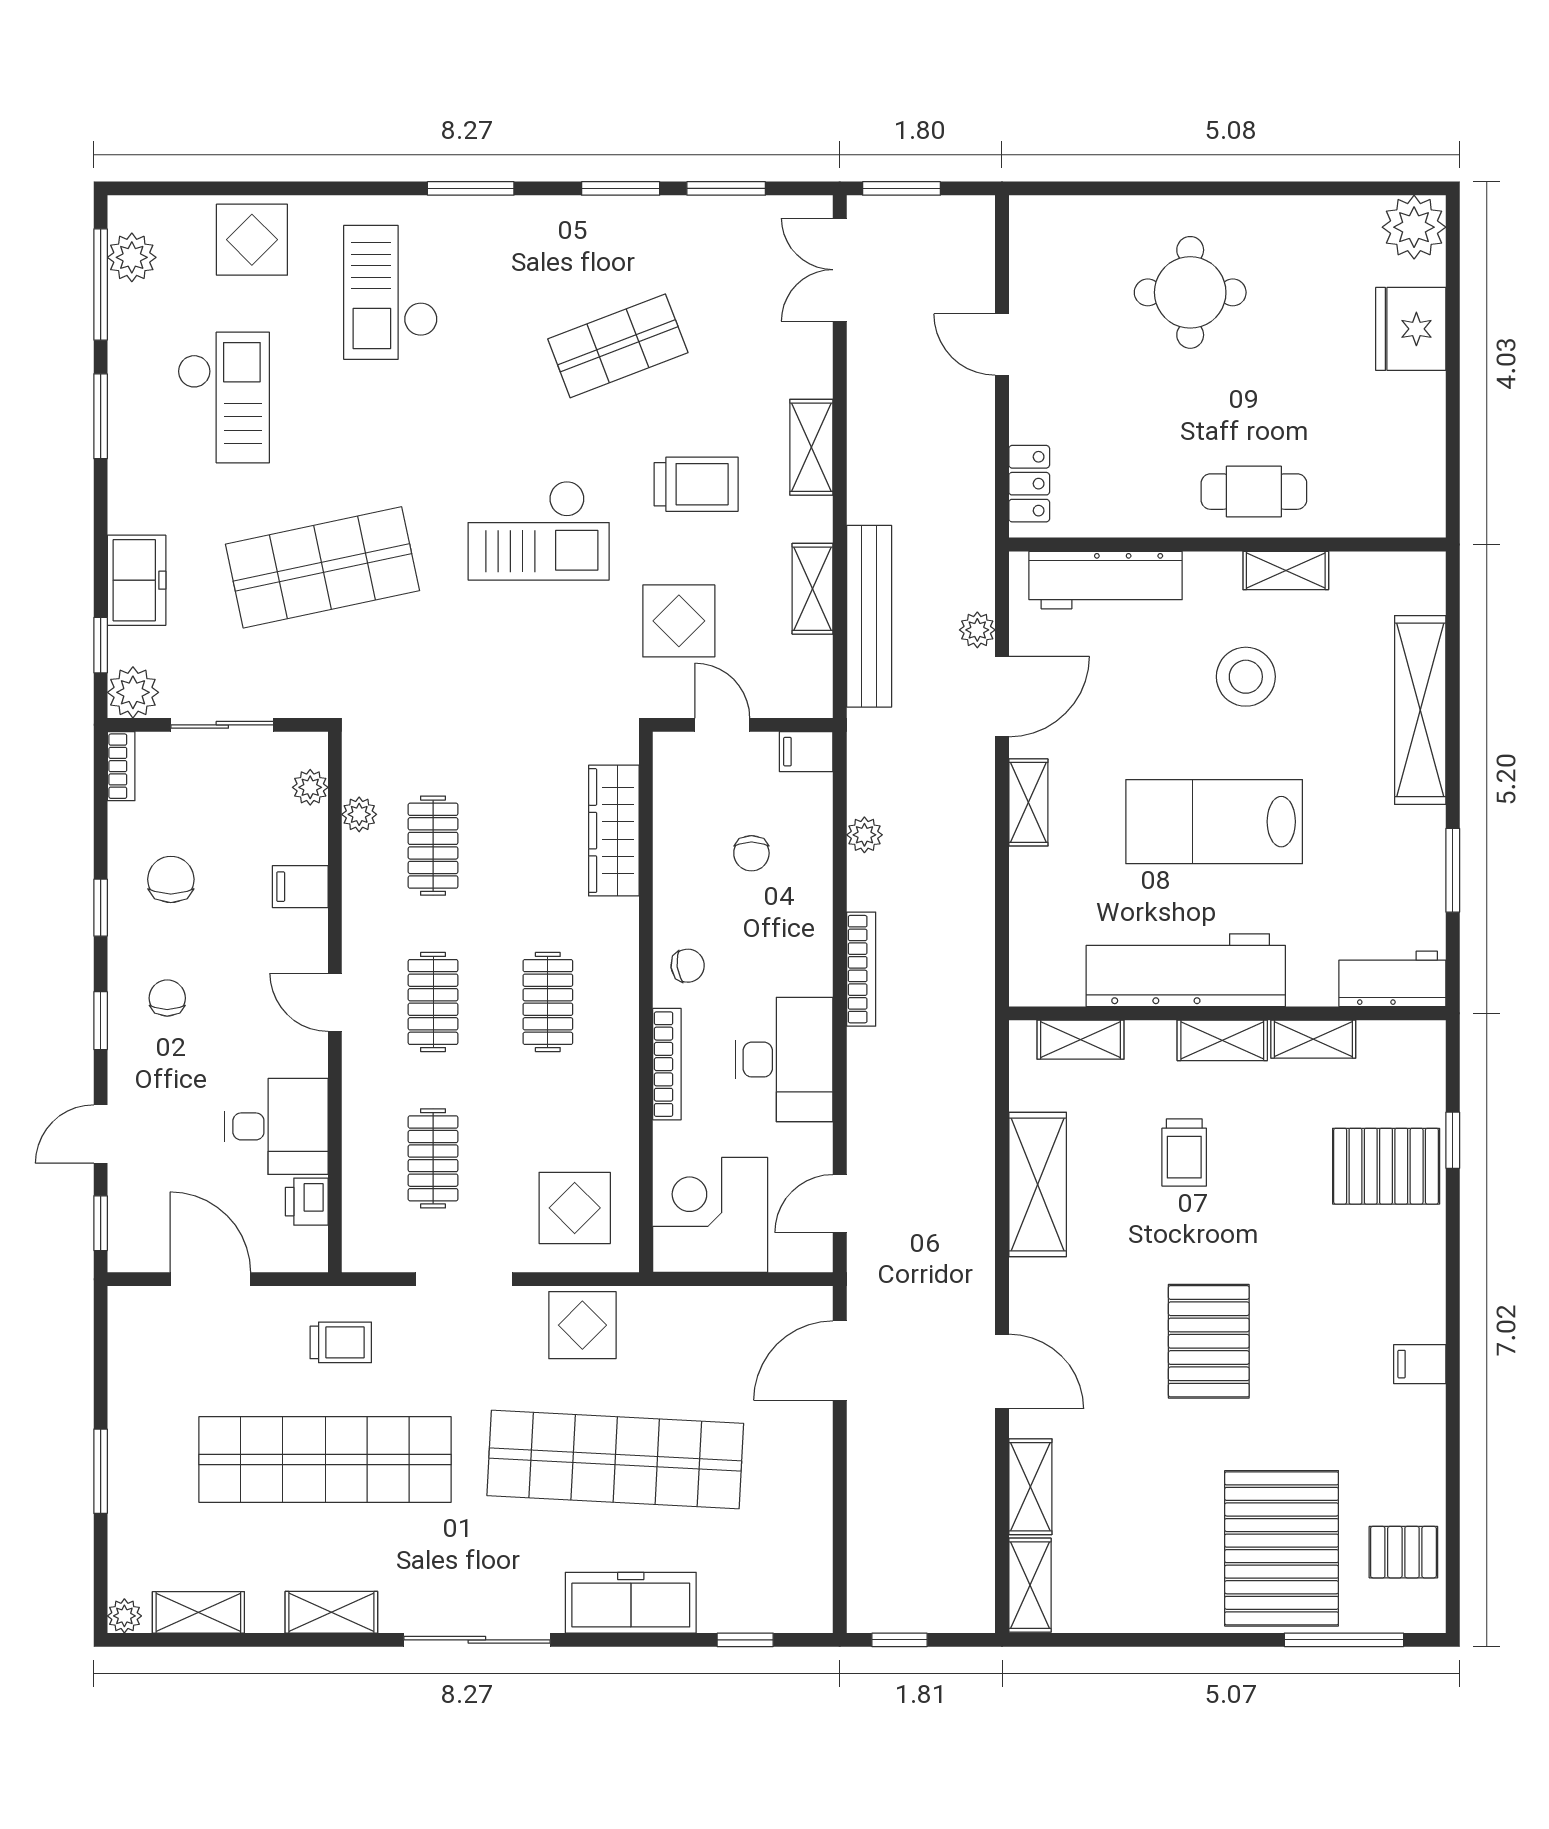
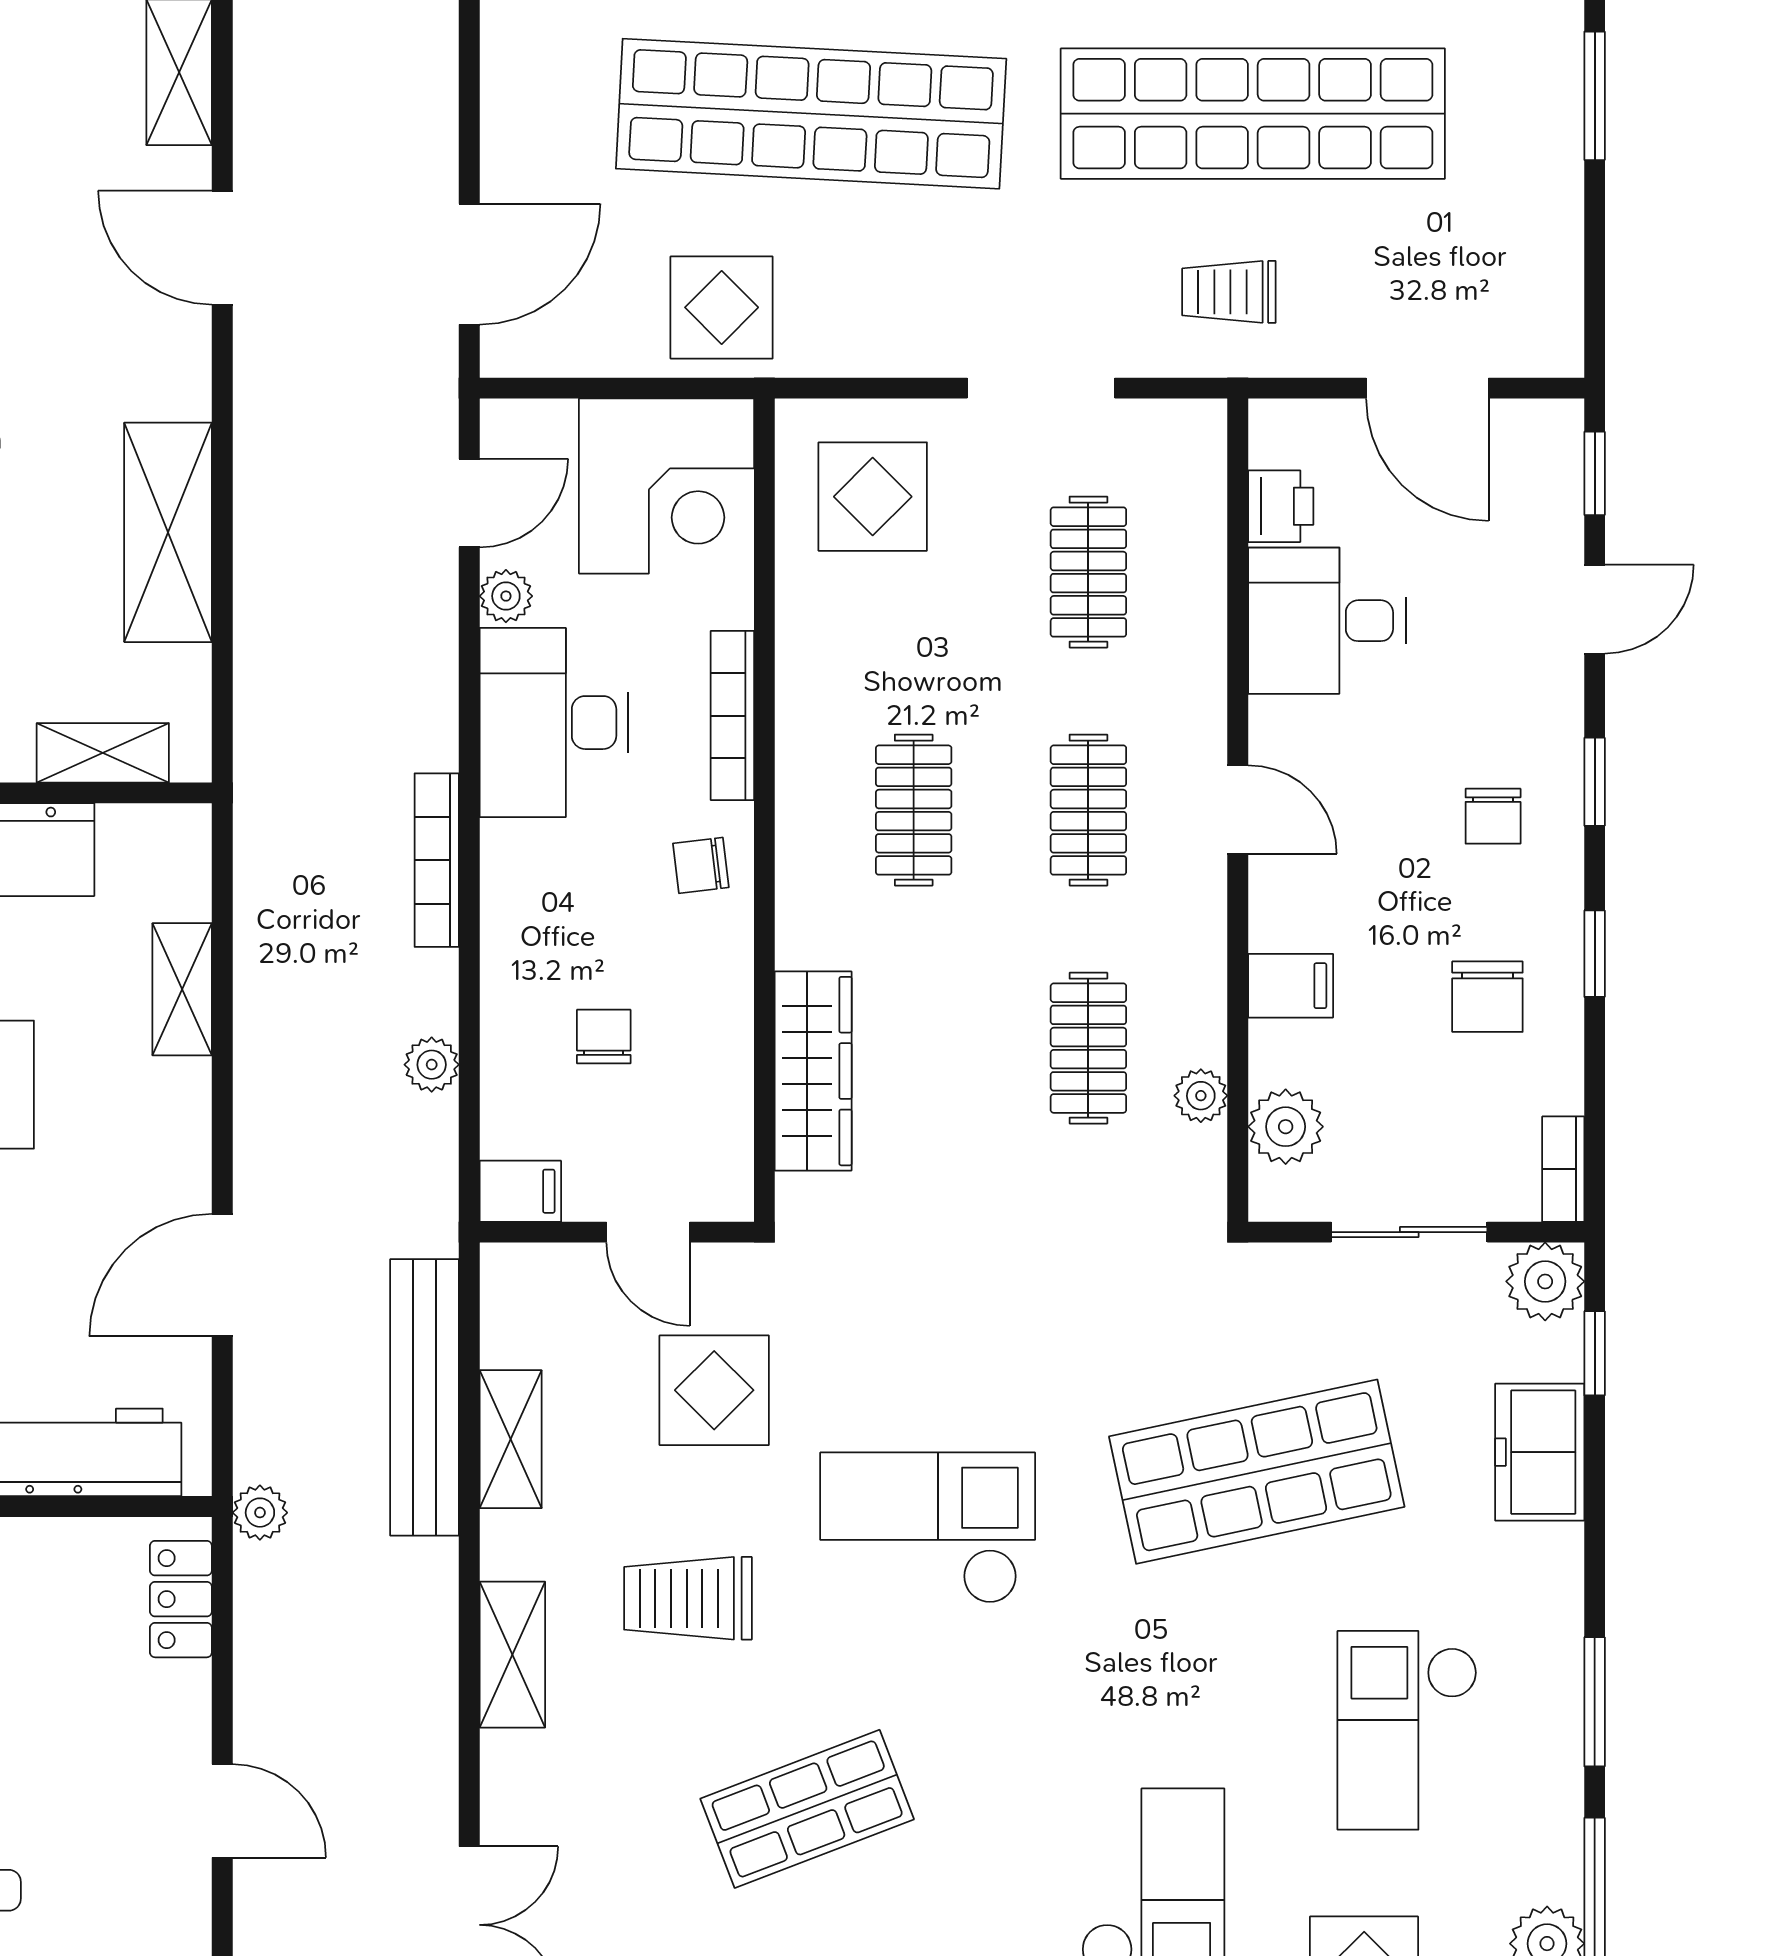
plant: (977, 630) -> (260, 1513), moved
plant: (310, 787) -> (1286, 1127), width x1.38, depth x1.38
shelving: (1028, 802) -> (182, 989), moved
plant: (816, 1143) -> (506, 596), added
display table: (582, 1325) -> (722, 307), moved

